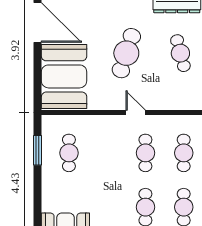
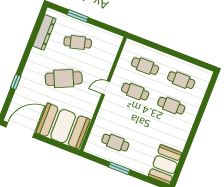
cafe table: (126, 53) -> (64, 79), turned -42
window: (38, 150) -> (119, 168), moved

